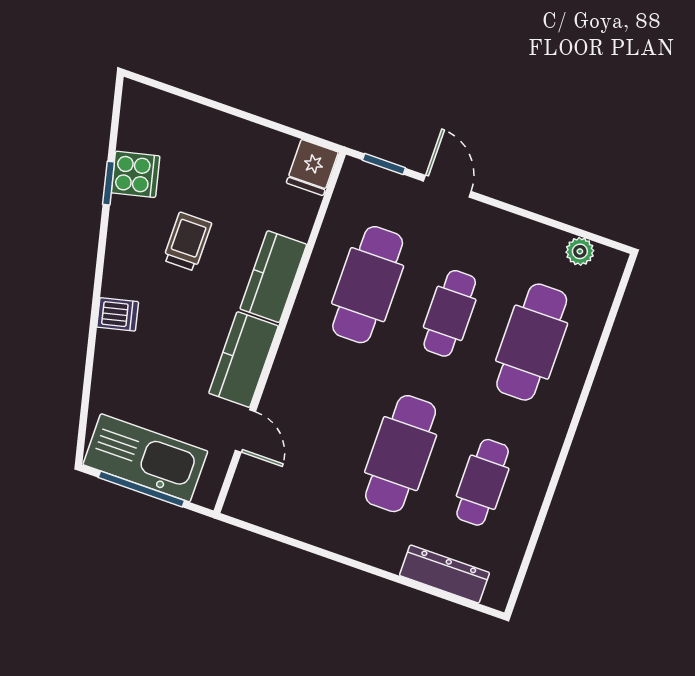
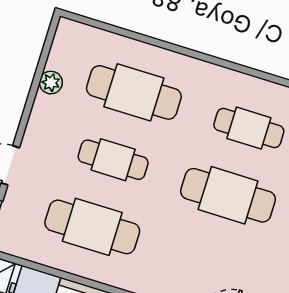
plant: (580, 251) -> (51, 83), moved

